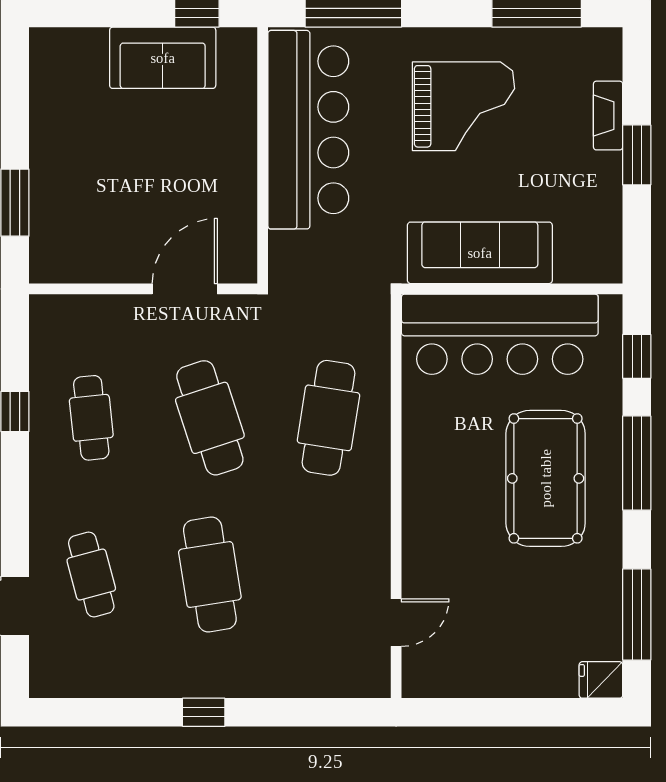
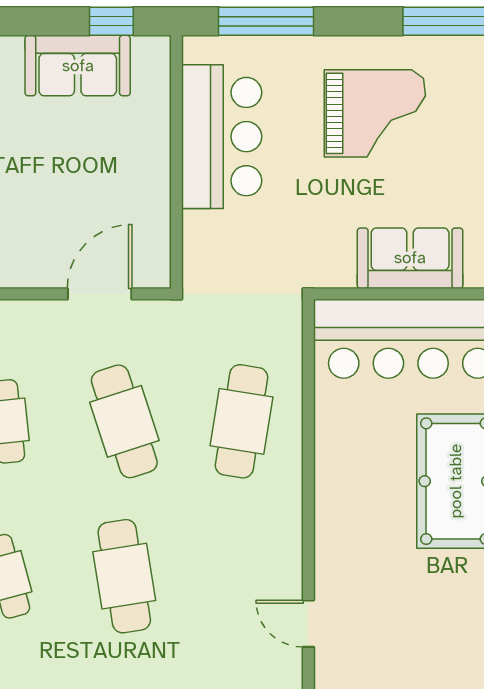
bar counter: (308, 130) -> (222, 137), width x0.73
sofa: (480, 253) -> (410, 258), width x0.73
door: (396, 623) -> (308, 624), swing flipped

